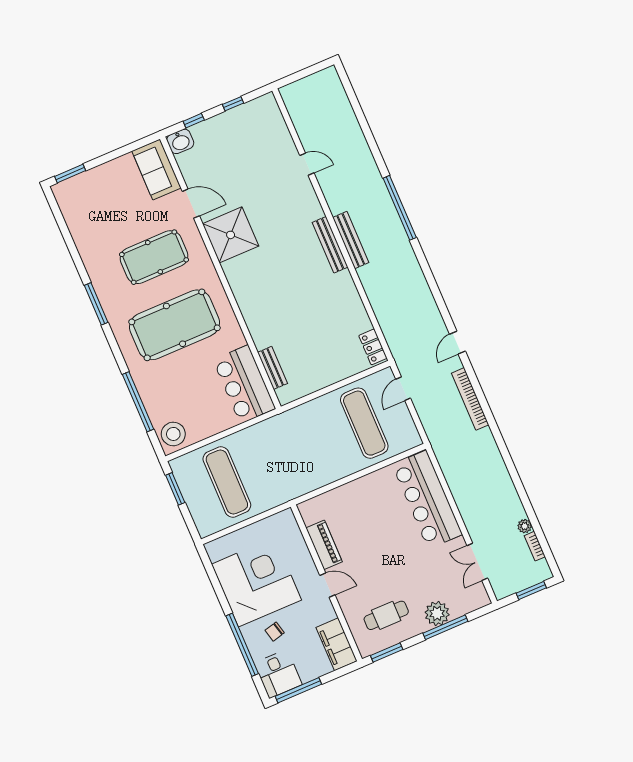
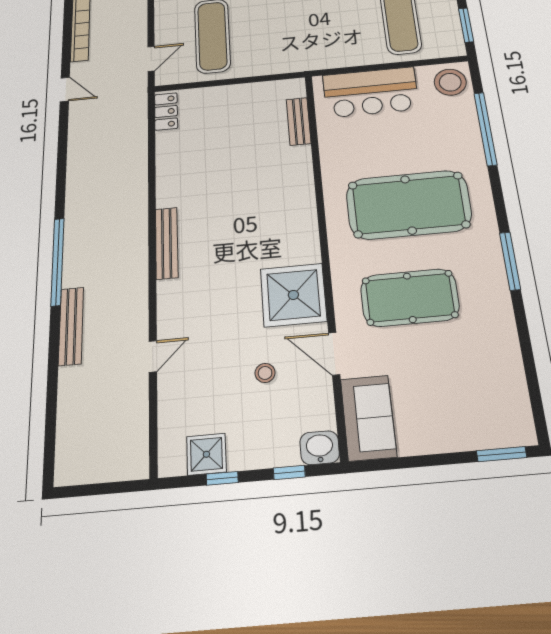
shower: (248, 115) -> (206, 454), added
door: (307, 164) -> (153, 356), swing flipped
stool: (230, 177) -> (265, 373), added
bench: (351, 240) -> (71, 326), moved
door: (457, 343) -> (65, 89), hinge flipped
bar counter: (244, 384) -> (371, 92), moved, turned 90

